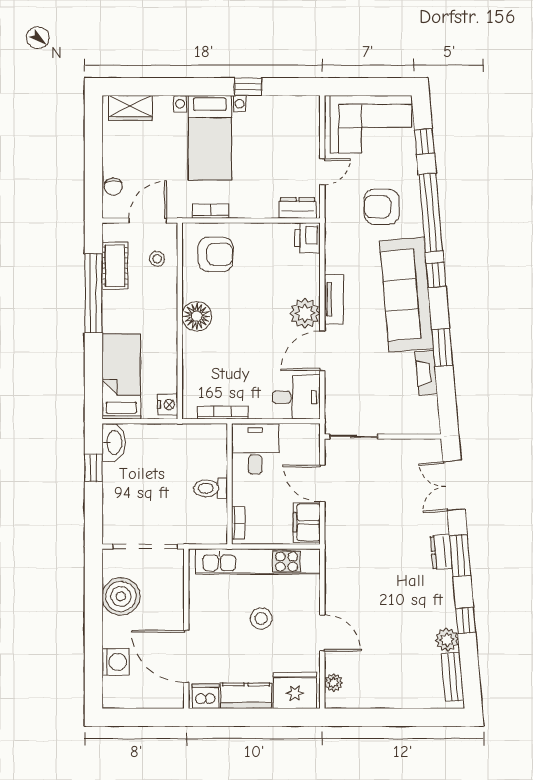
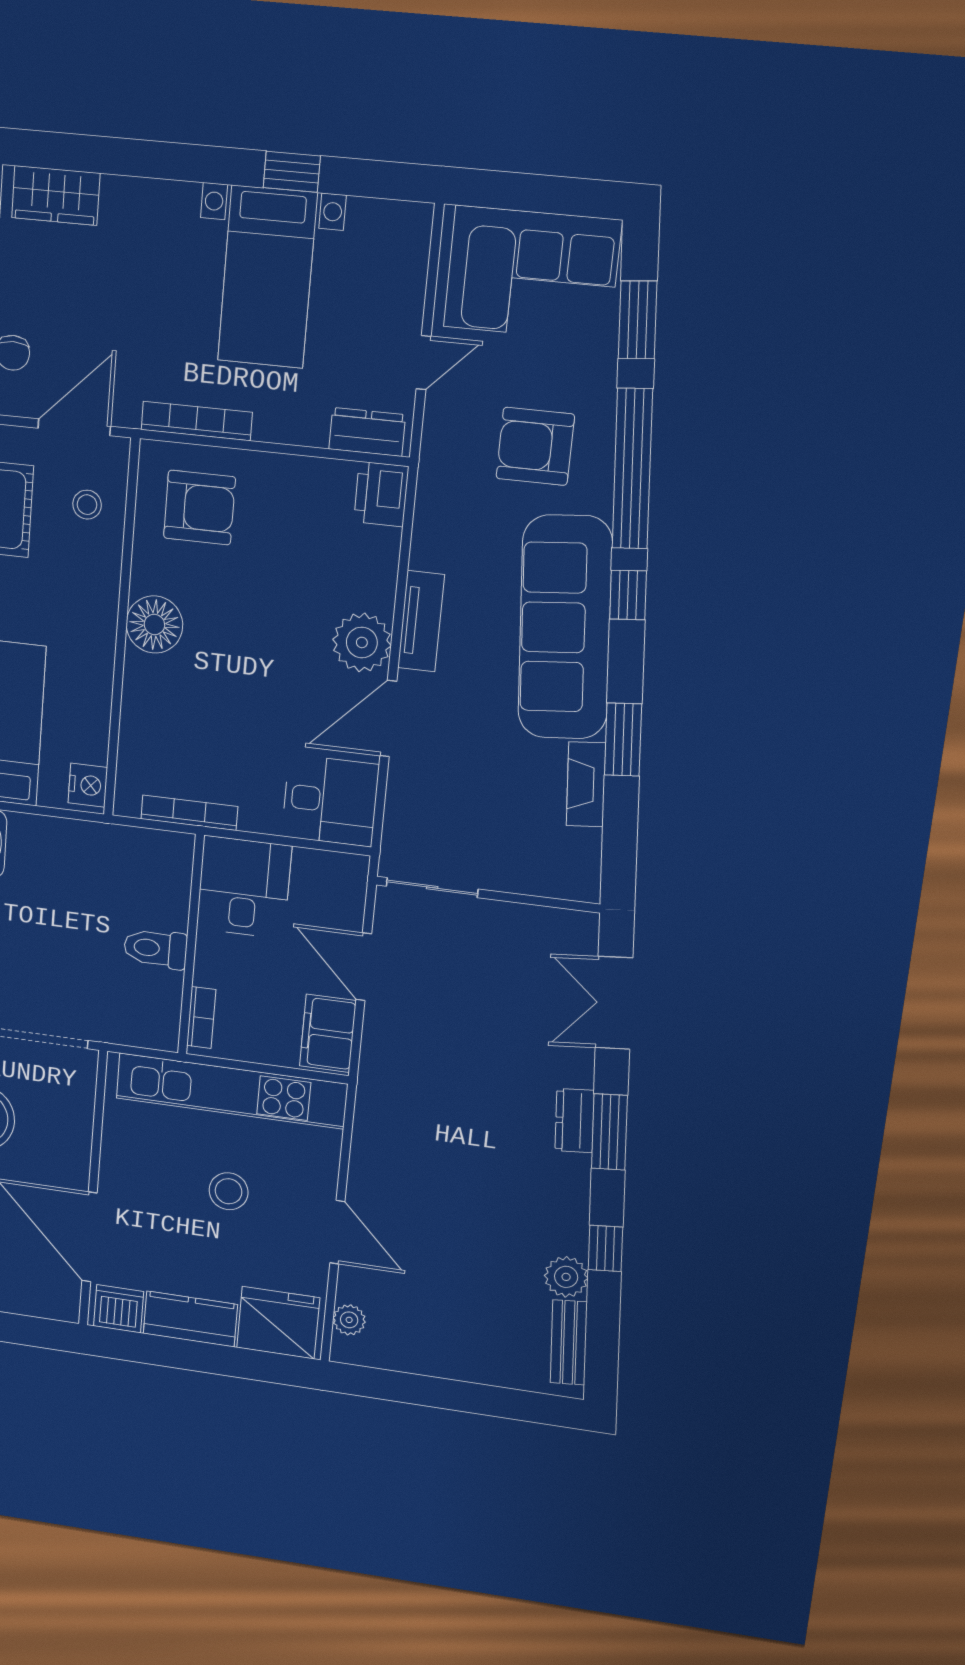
bed with nightstands: (210, 138) -> (267, 277), moved
window: (424, 141) -> (638, 320), width x1.50
bookcase: (211, 211) -> (197, 421), width x1.56

